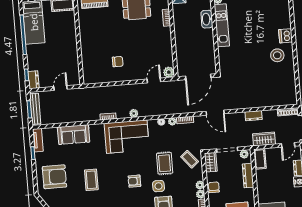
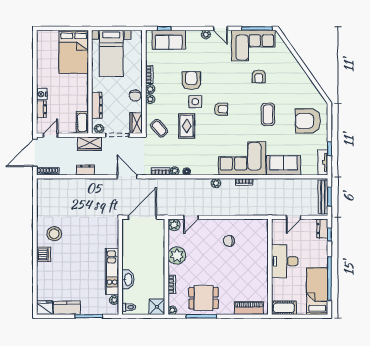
plant: (164, 45) -> (177, 256), added
desk: (65, 47) -> (285, 261), added
corner sofa: (127, 137) -> (242, 158), moved
wardrobe: (264, 139) -> (90, 144), moved

